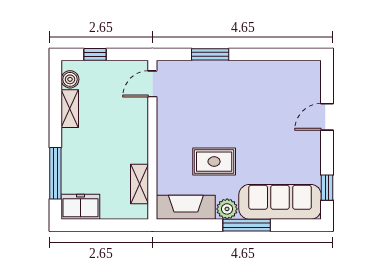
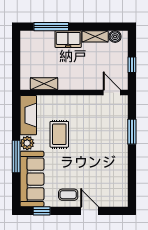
window: (95, 54) -> (132, 65), moved
coffee table: (303, 148) -> (68, 195), added
freezer: (80, 207) -> (68, 39), moved, turned 90

